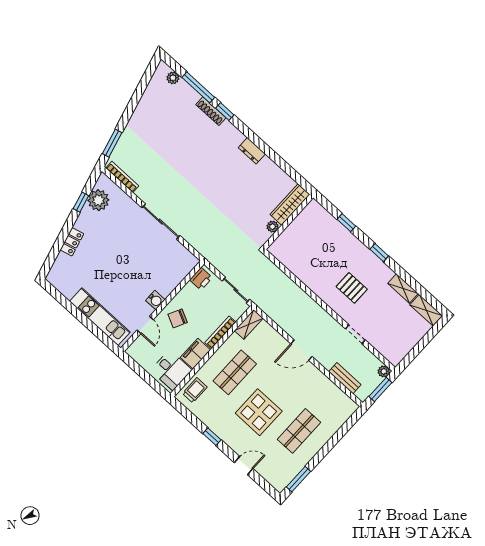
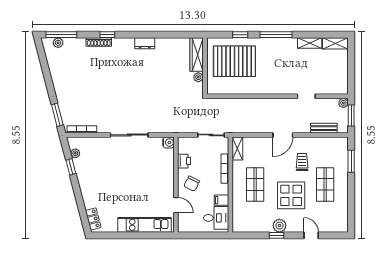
window: (198, 87) -> (61, 35), moved
plant: (98, 200) -> (75, 153), width x0.53, depth x0.53
locker: (72, 242) -> (93, 219), moved
window: (379, 253) -> (276, 35), width x2.17
printer: (201, 279) -> (184, 161), moved
pallet: (352, 288) -> (234, 61), moved, width x2.05, depth x2.00
water cooler: (155, 300) -> (168, 142), moved
filing cabinet: (195, 354) -> (221, 200), width x0.50
trolley: (195, 390) -> (302, 162), moved
plant: (223, 430) -> (279, 226), added
door: (244, 466) -> (311, 235), hinge flipped
window: (298, 479) -> (351, 161), moved

